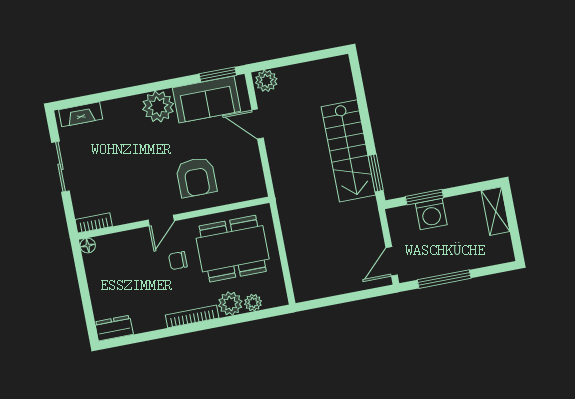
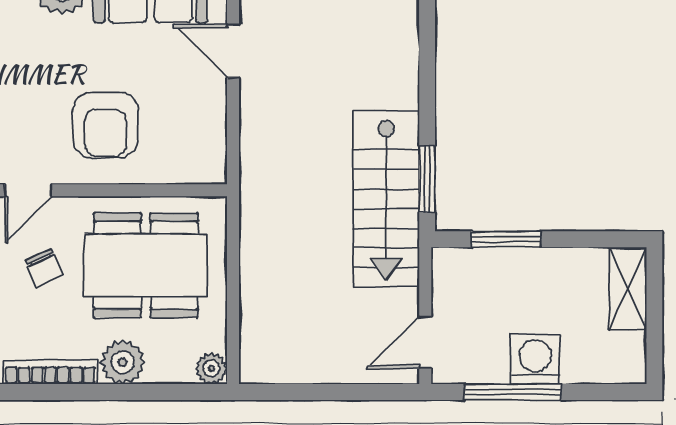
stairs: (348, 151) -> (386, 199), moved
washing machine: (431, 214) -> (535, 360), moved, turned 180
chair: (178, 261) -> (44, 268), turned -114
plant: (253, 303) -> (211, 368), moved

